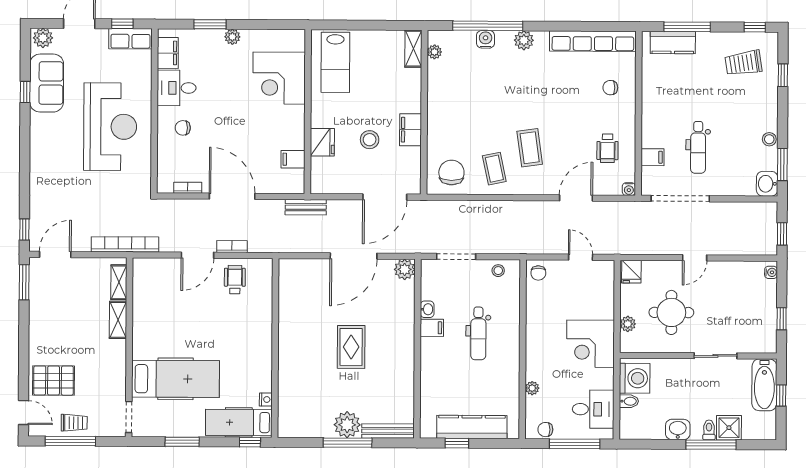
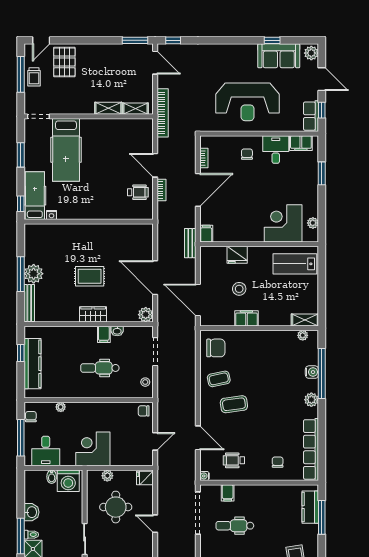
plant: (232, 37) -> (313, 223), moved
filing cabinet: (293, 159) -> (206, 234), moved
wardrobe: (404, 343) -> (93, 314), added

